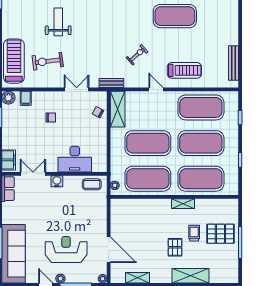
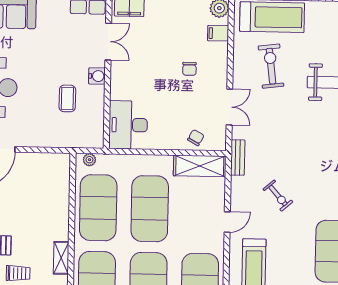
desk: (75, 159) -> (128, 125), moved
coffee table: (92, 184) -> (67, 98), moved

